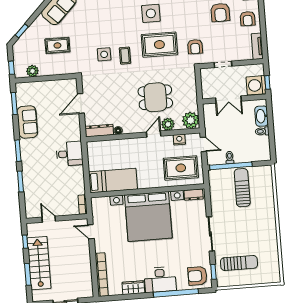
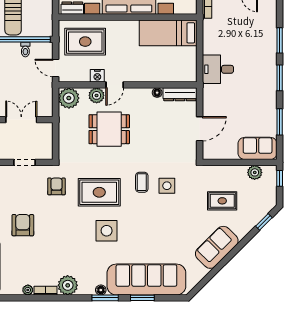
window: (14, 104) -> (280, 122), moved
sofa: (27, 122) -> (258, 148), moved, turned 90
nightstand: (179, 140) -> (97, 76), moved

